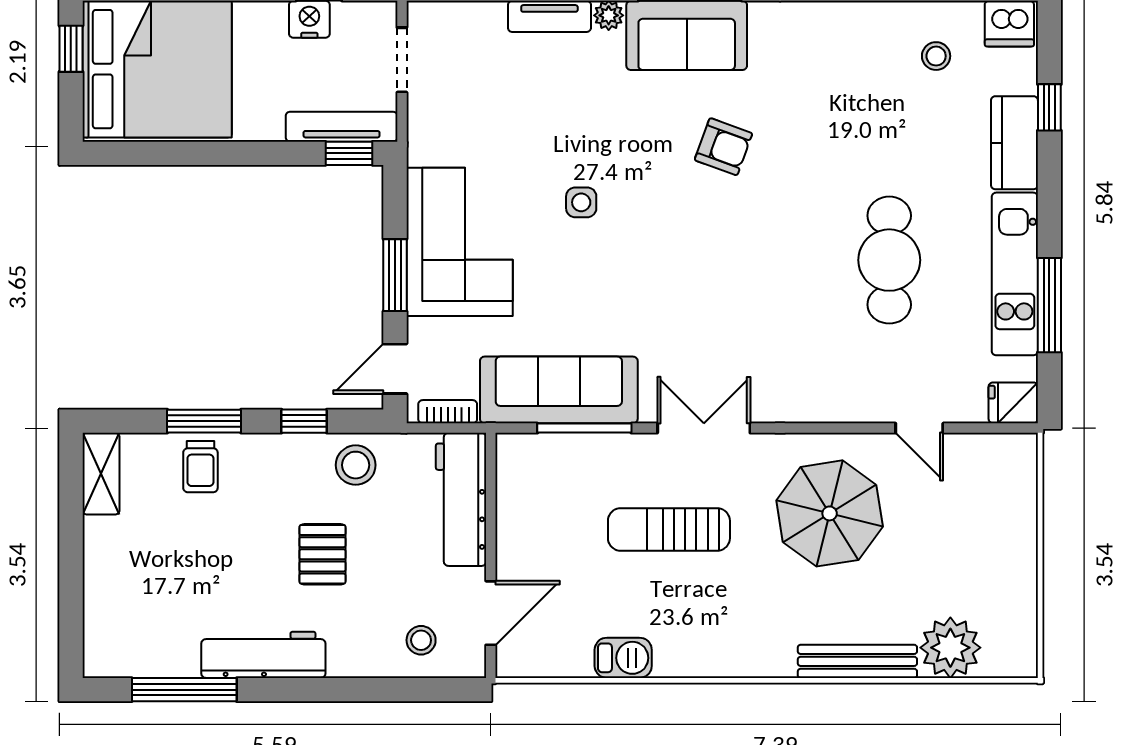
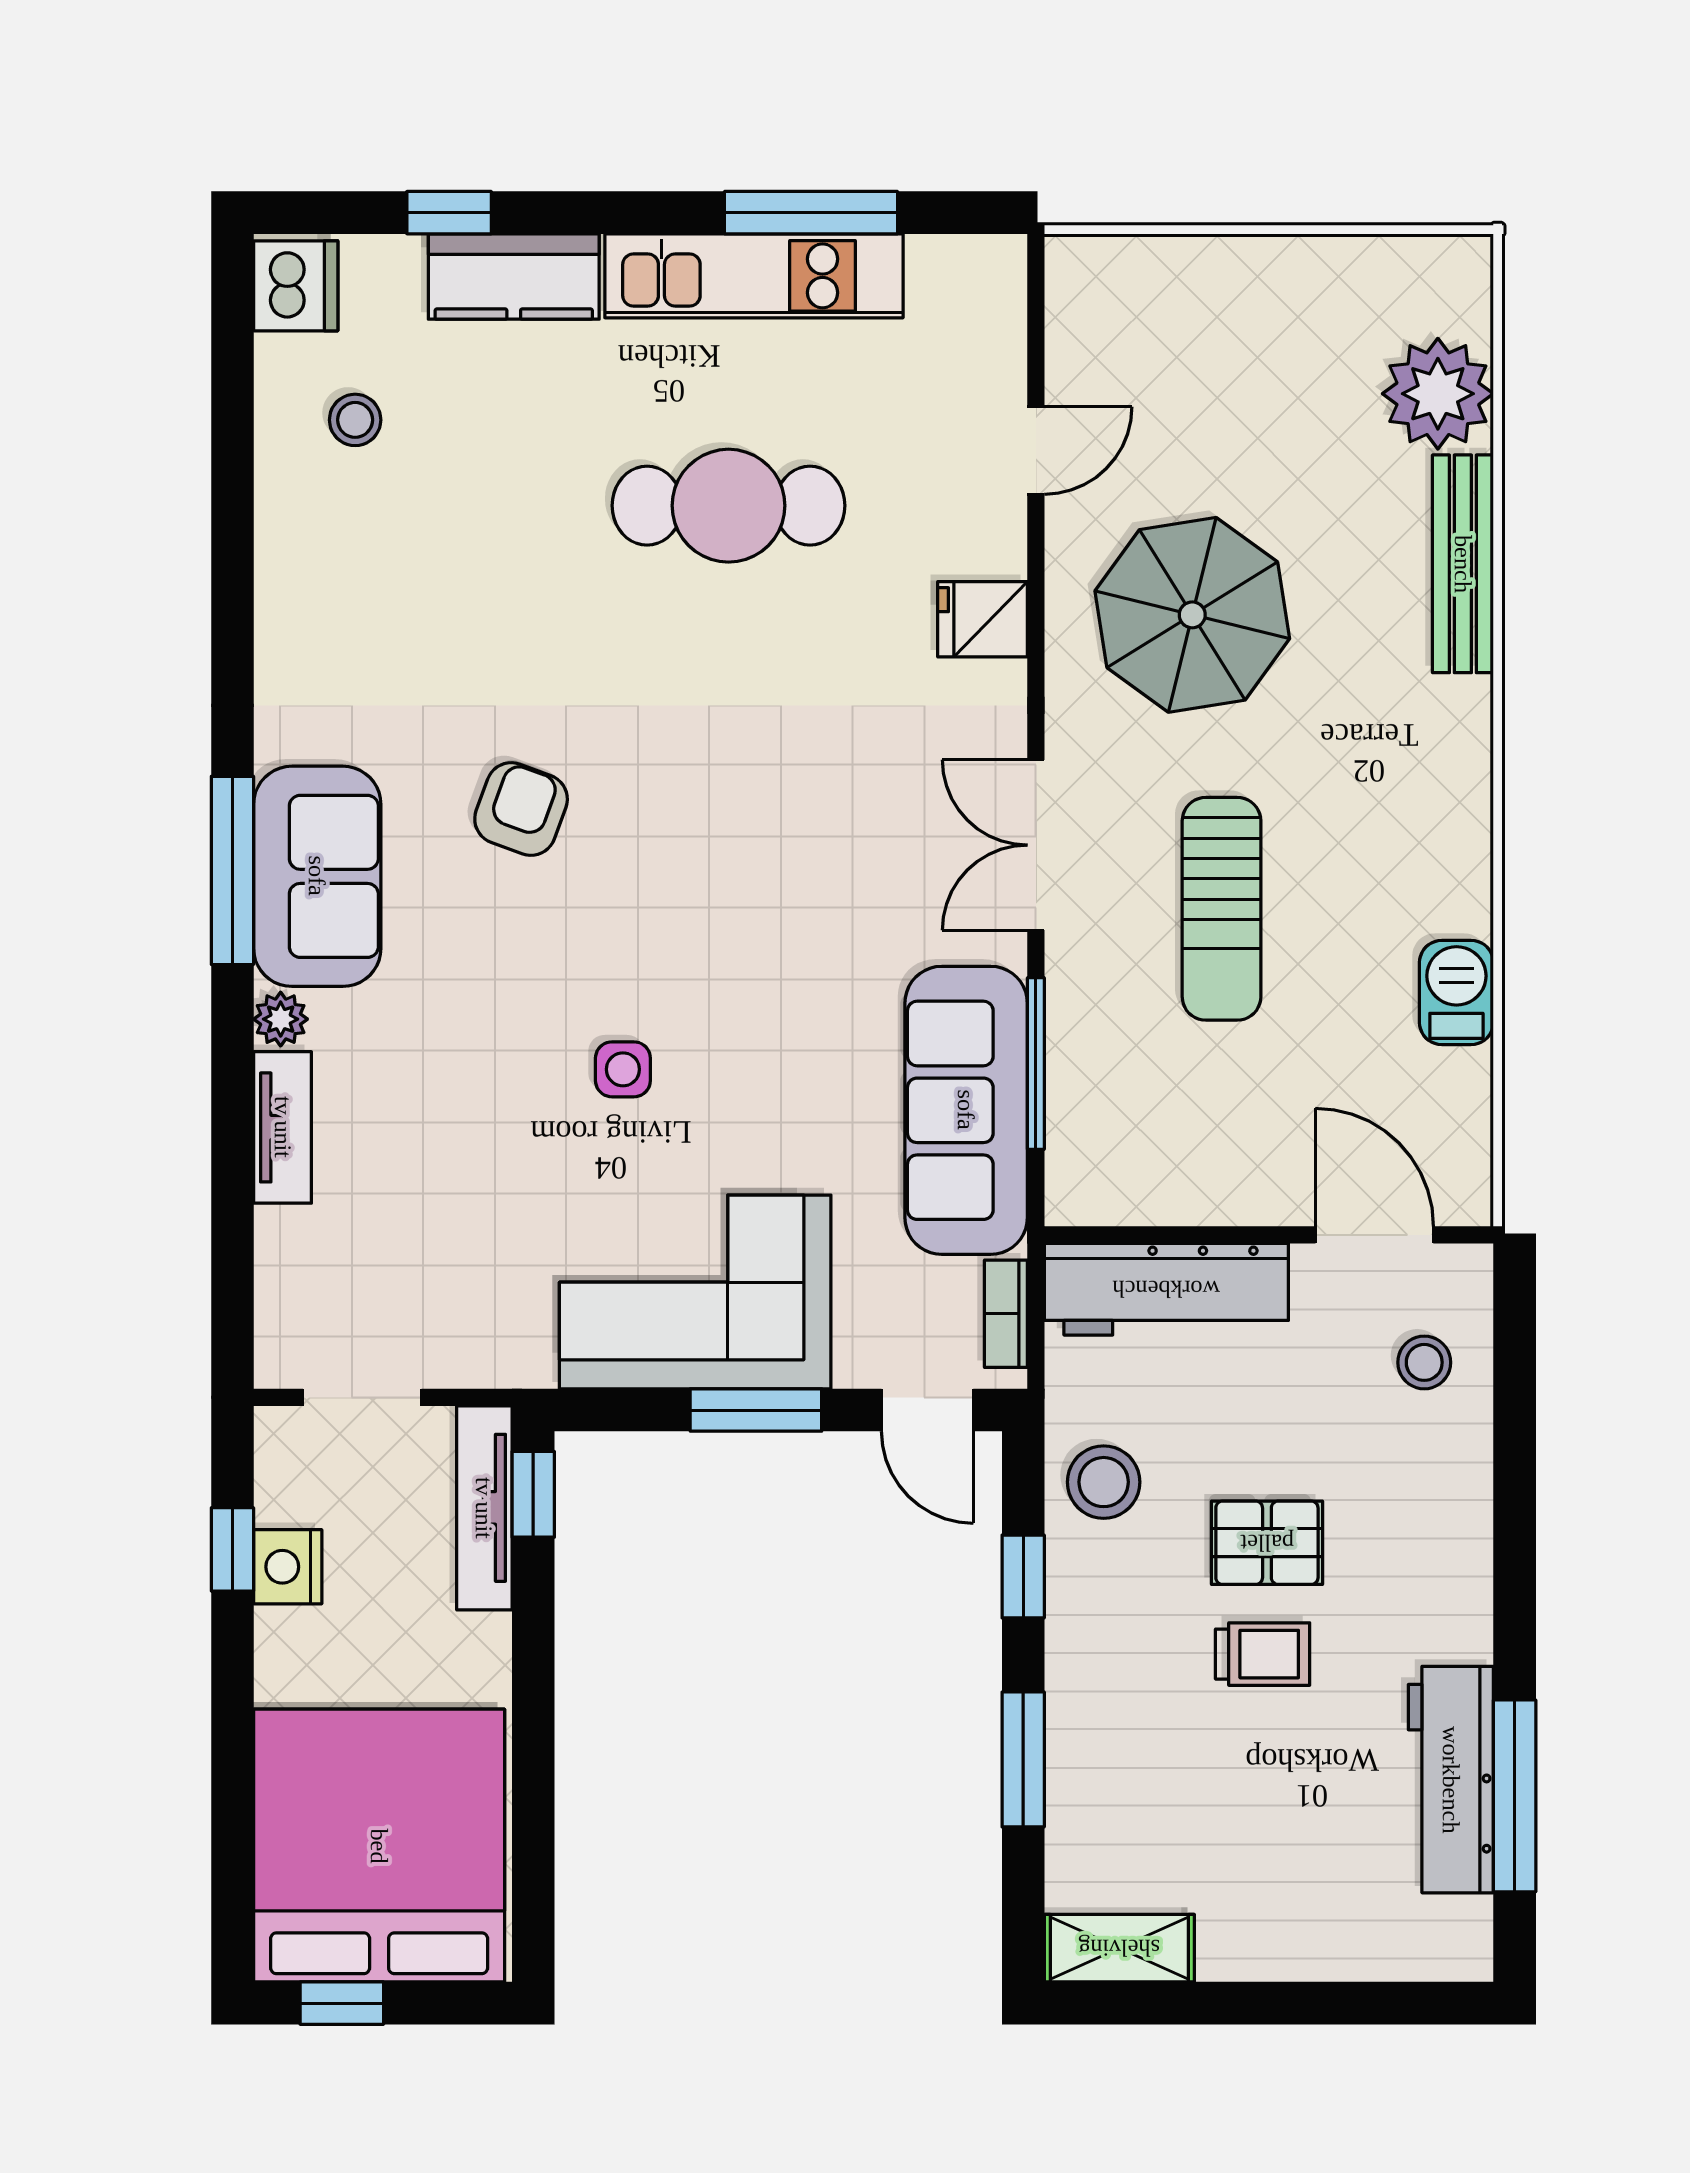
fridge: (1013, 403) -> (983, 619), moved, turned 90
trolley: (200, 467) -> (1263, 1654), moved
workbench: (263, 655) -> (1451, 1780), moved

